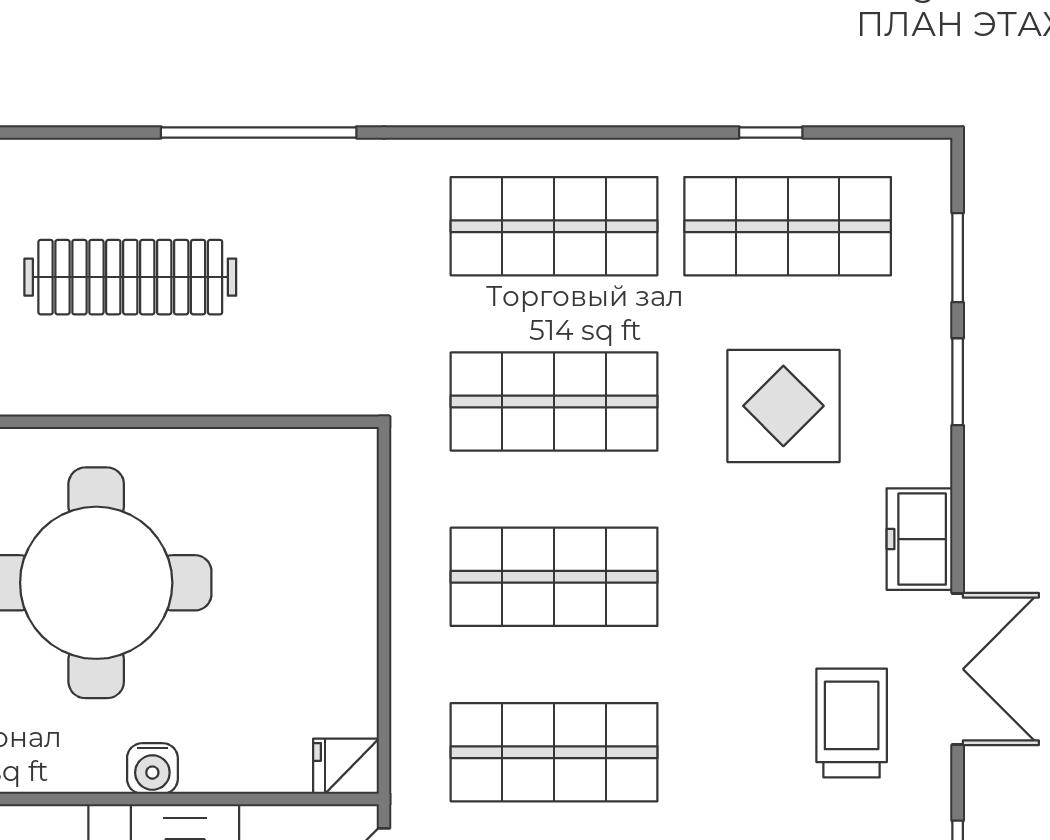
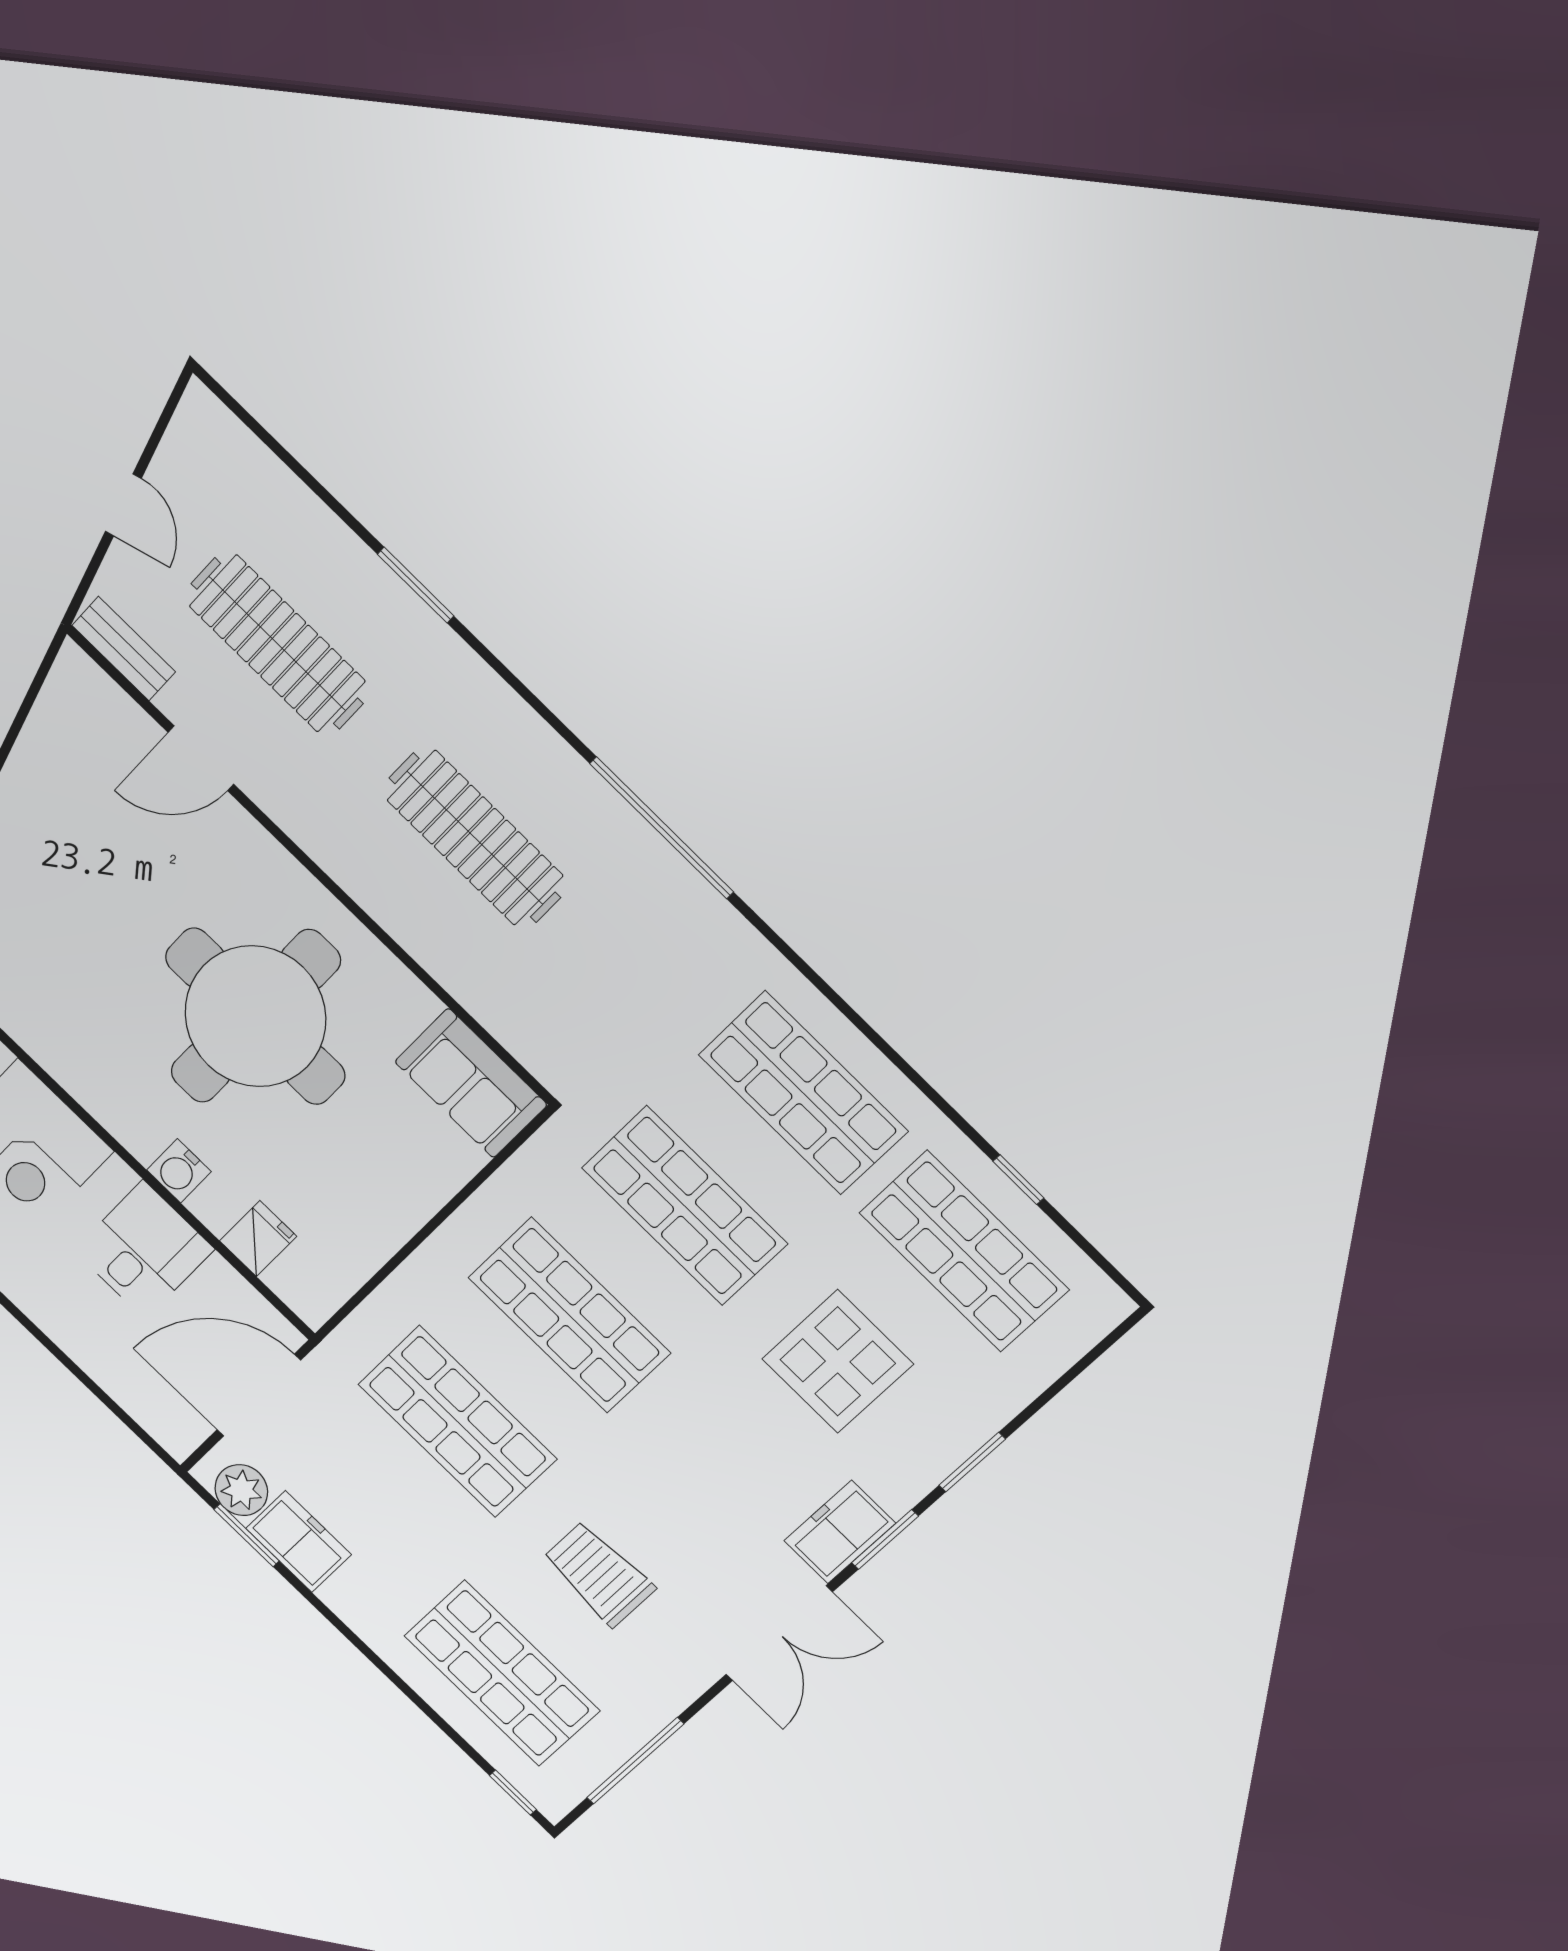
window: (958, 258) -> (885, 1539), moved
sofa: (306, 469) -> (471, 1083), added
trolley: (852, 723) -> (599, 1574), moved, turned -90
fridge: (346, 766) -> (258, 1239), moved, turned 90

